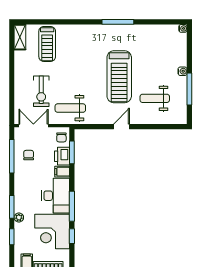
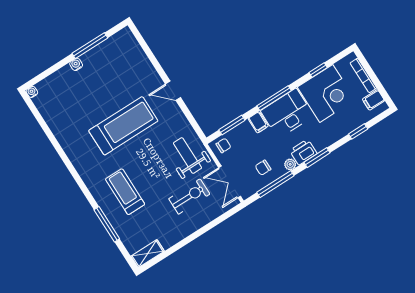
window: (118, 22) -> (107, 224), moved
treadmill: (47, 44) -> (125, 192), moved, turned -90
weight bench: (155, 98) -> (122, 75), removed
weight bench: (70, 108) -> (187, 156), turned 180
printer: (62, 156) -> (303, 152), moved, turned 180
window: (72, 206) -> (274, 98), moved
window: (12, 207) -> (317, 158), moved
plant: (19, 218) -> (290, 164), moved

